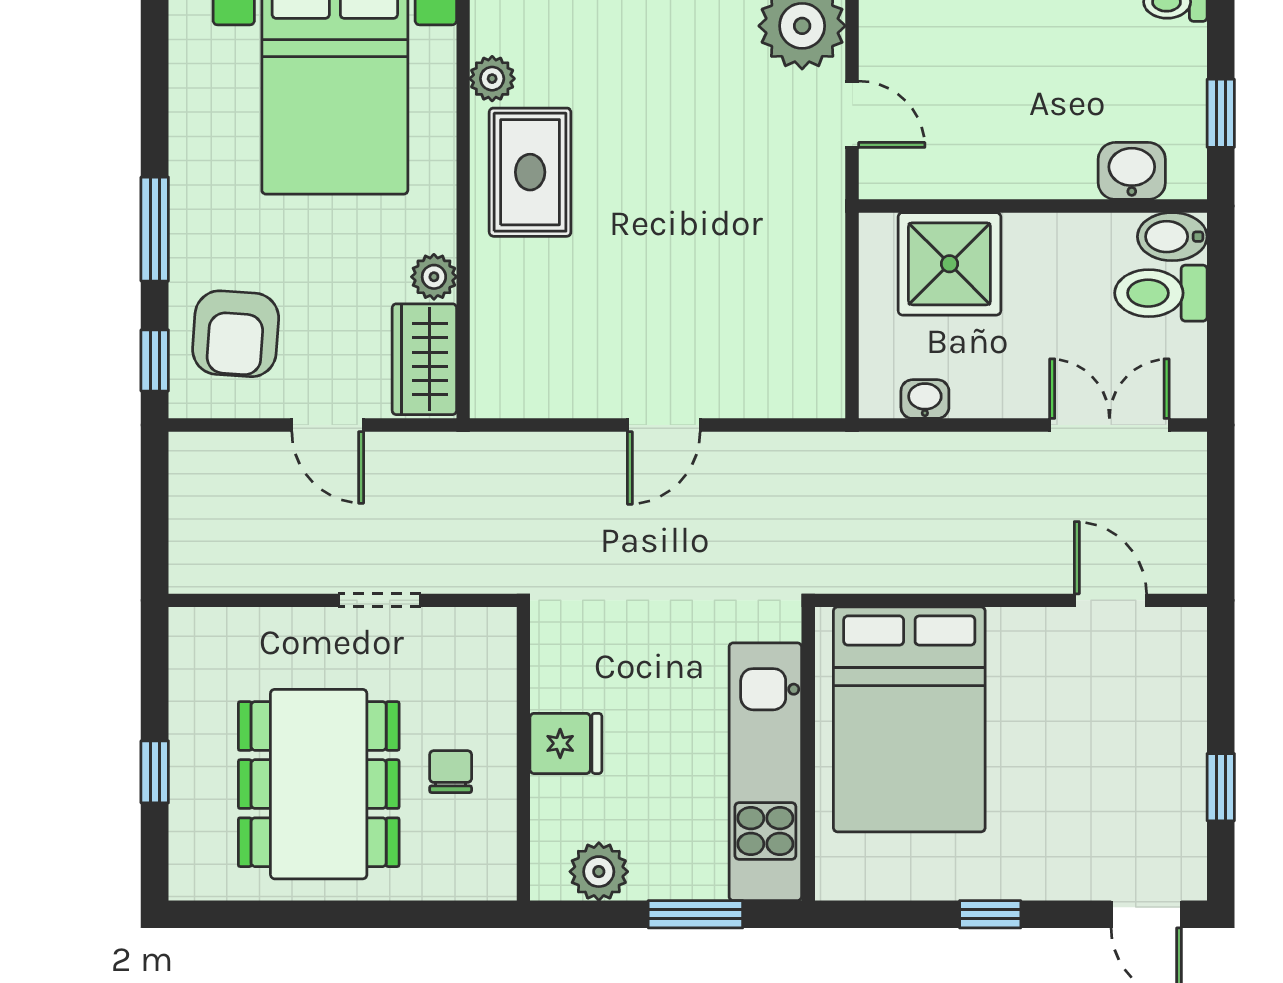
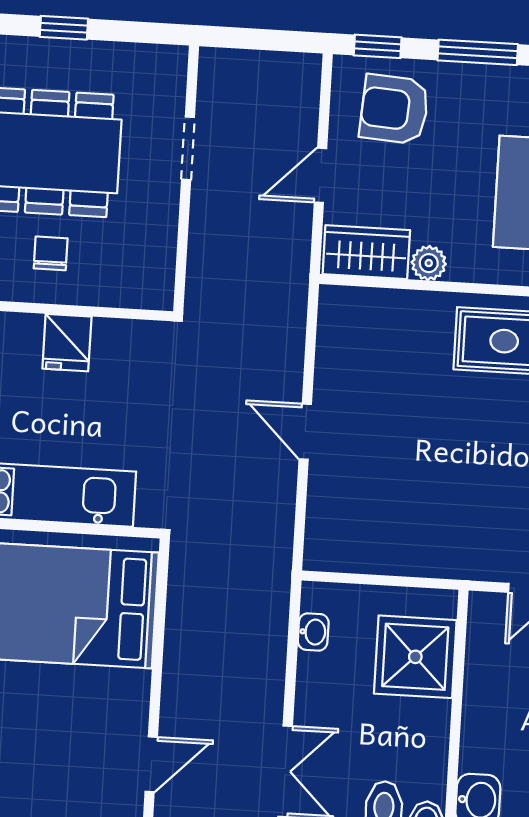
doorway: (380, 600) -> (188, 148), moved
chair: (451, 772) -> (51, 253), turned -90

